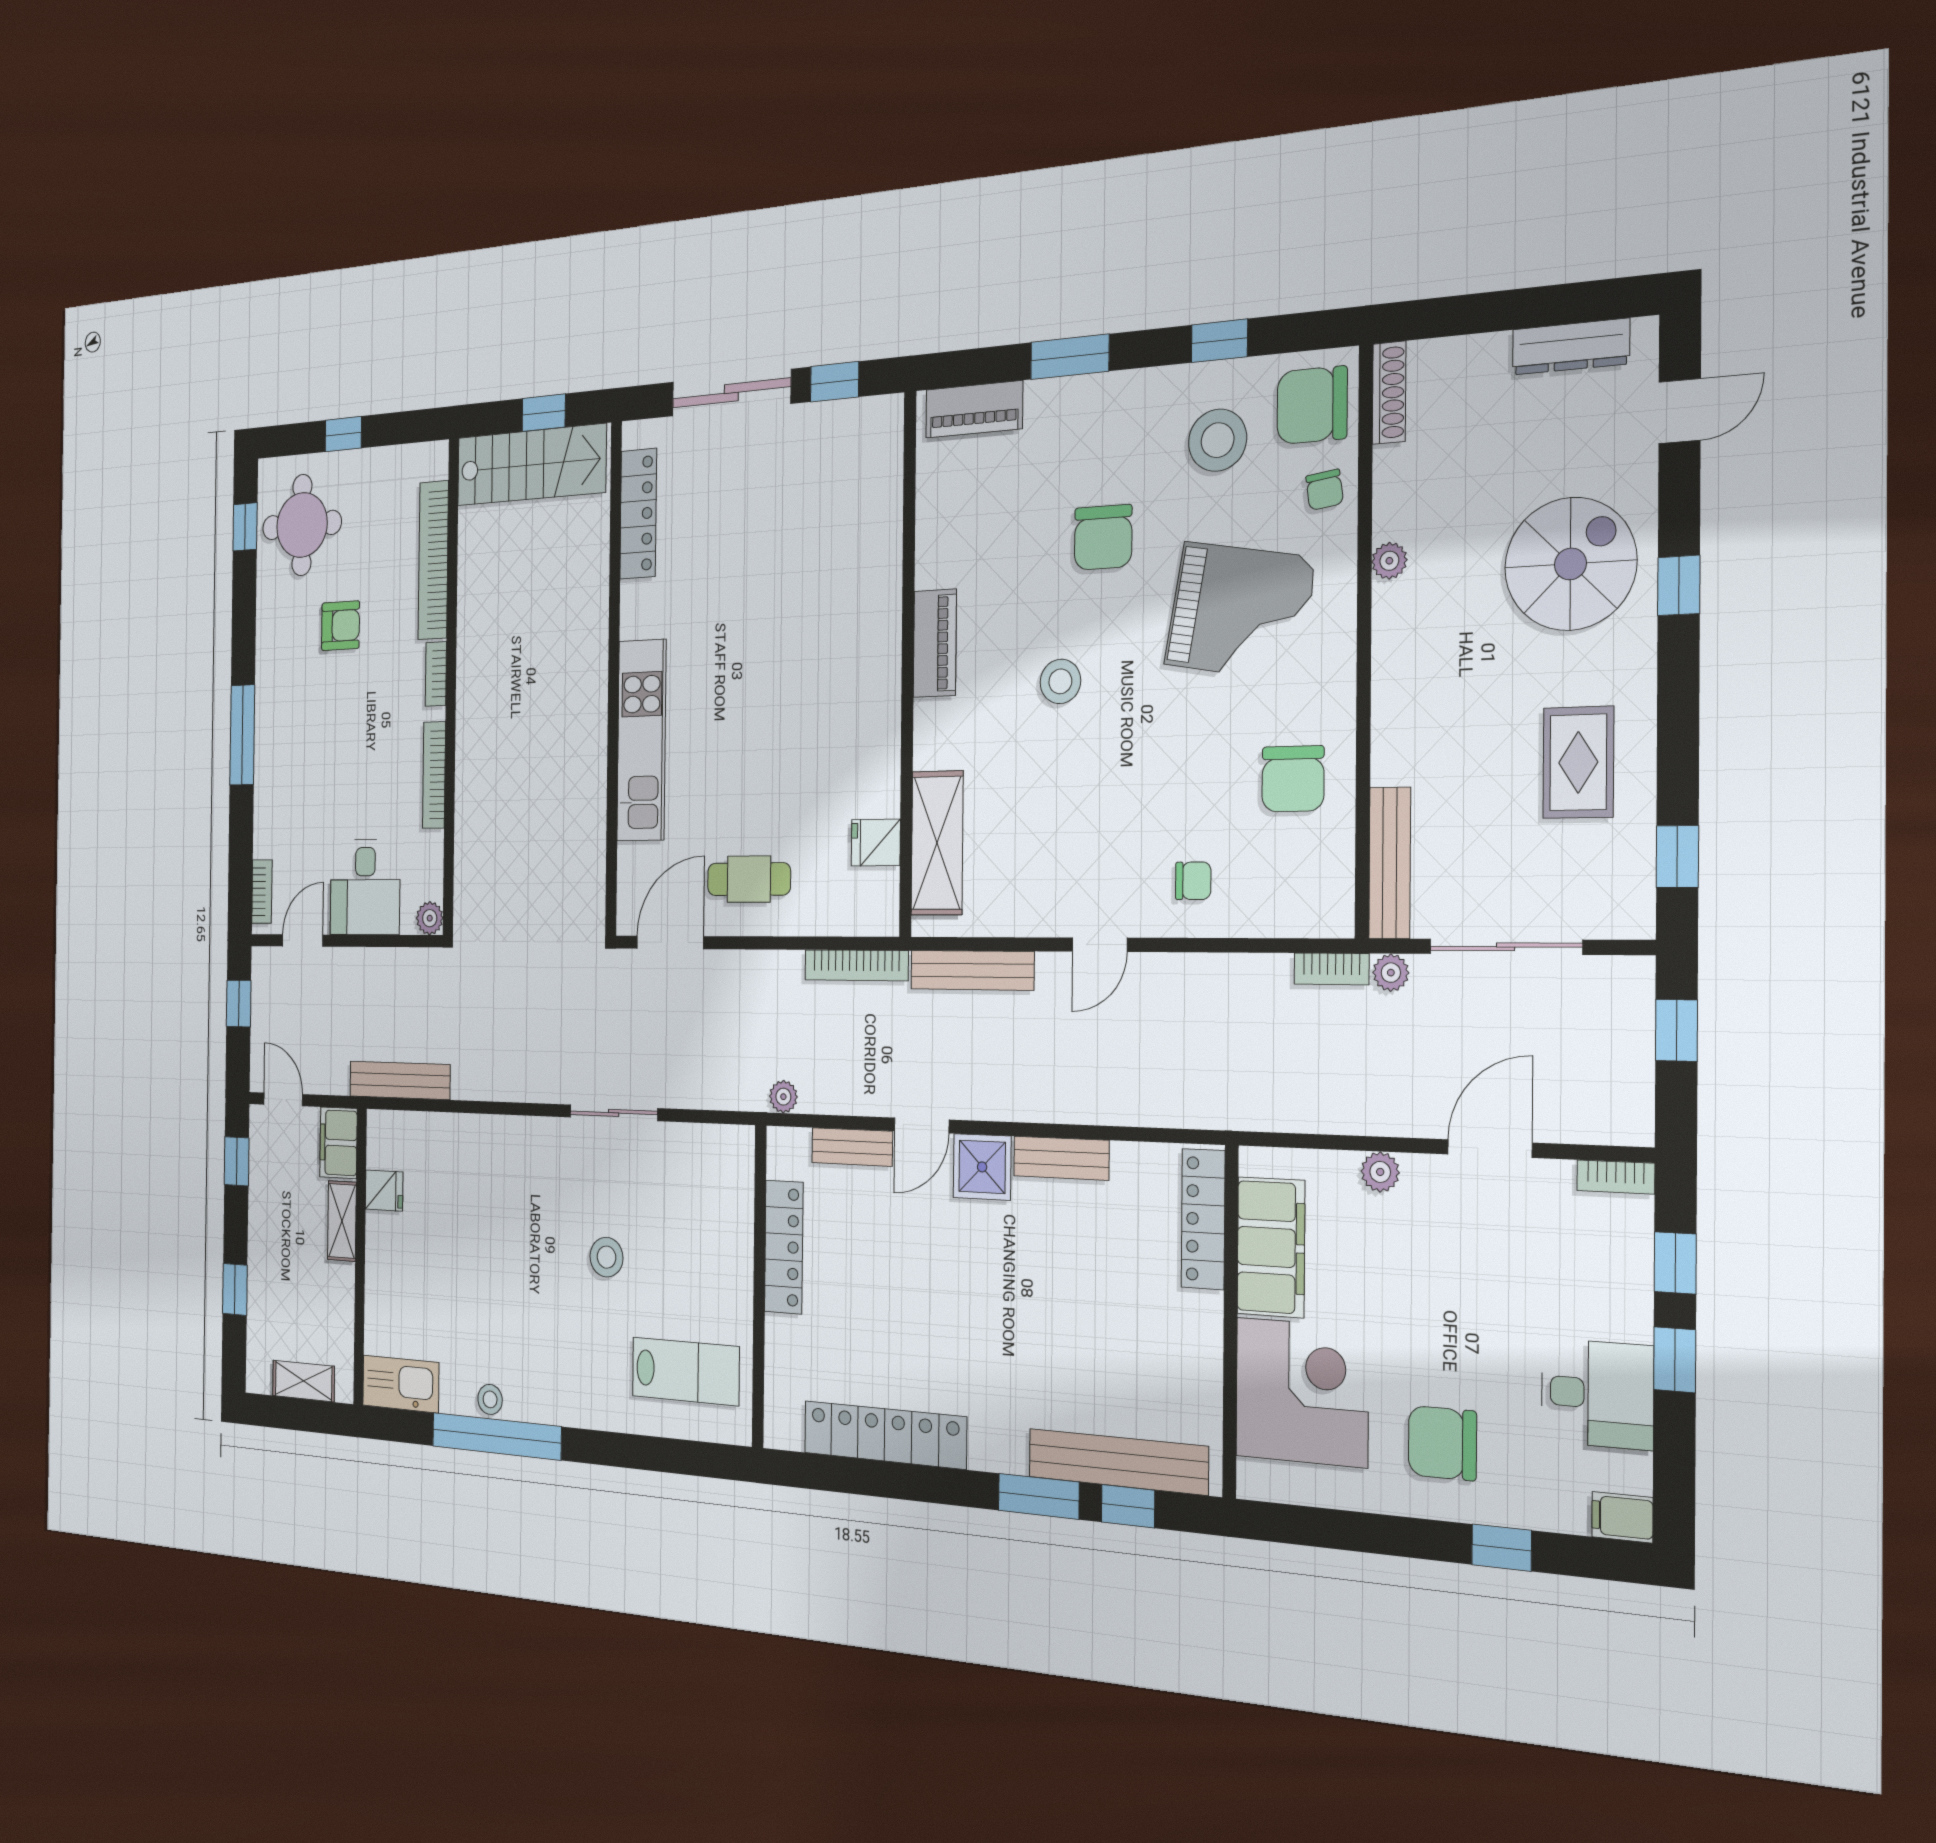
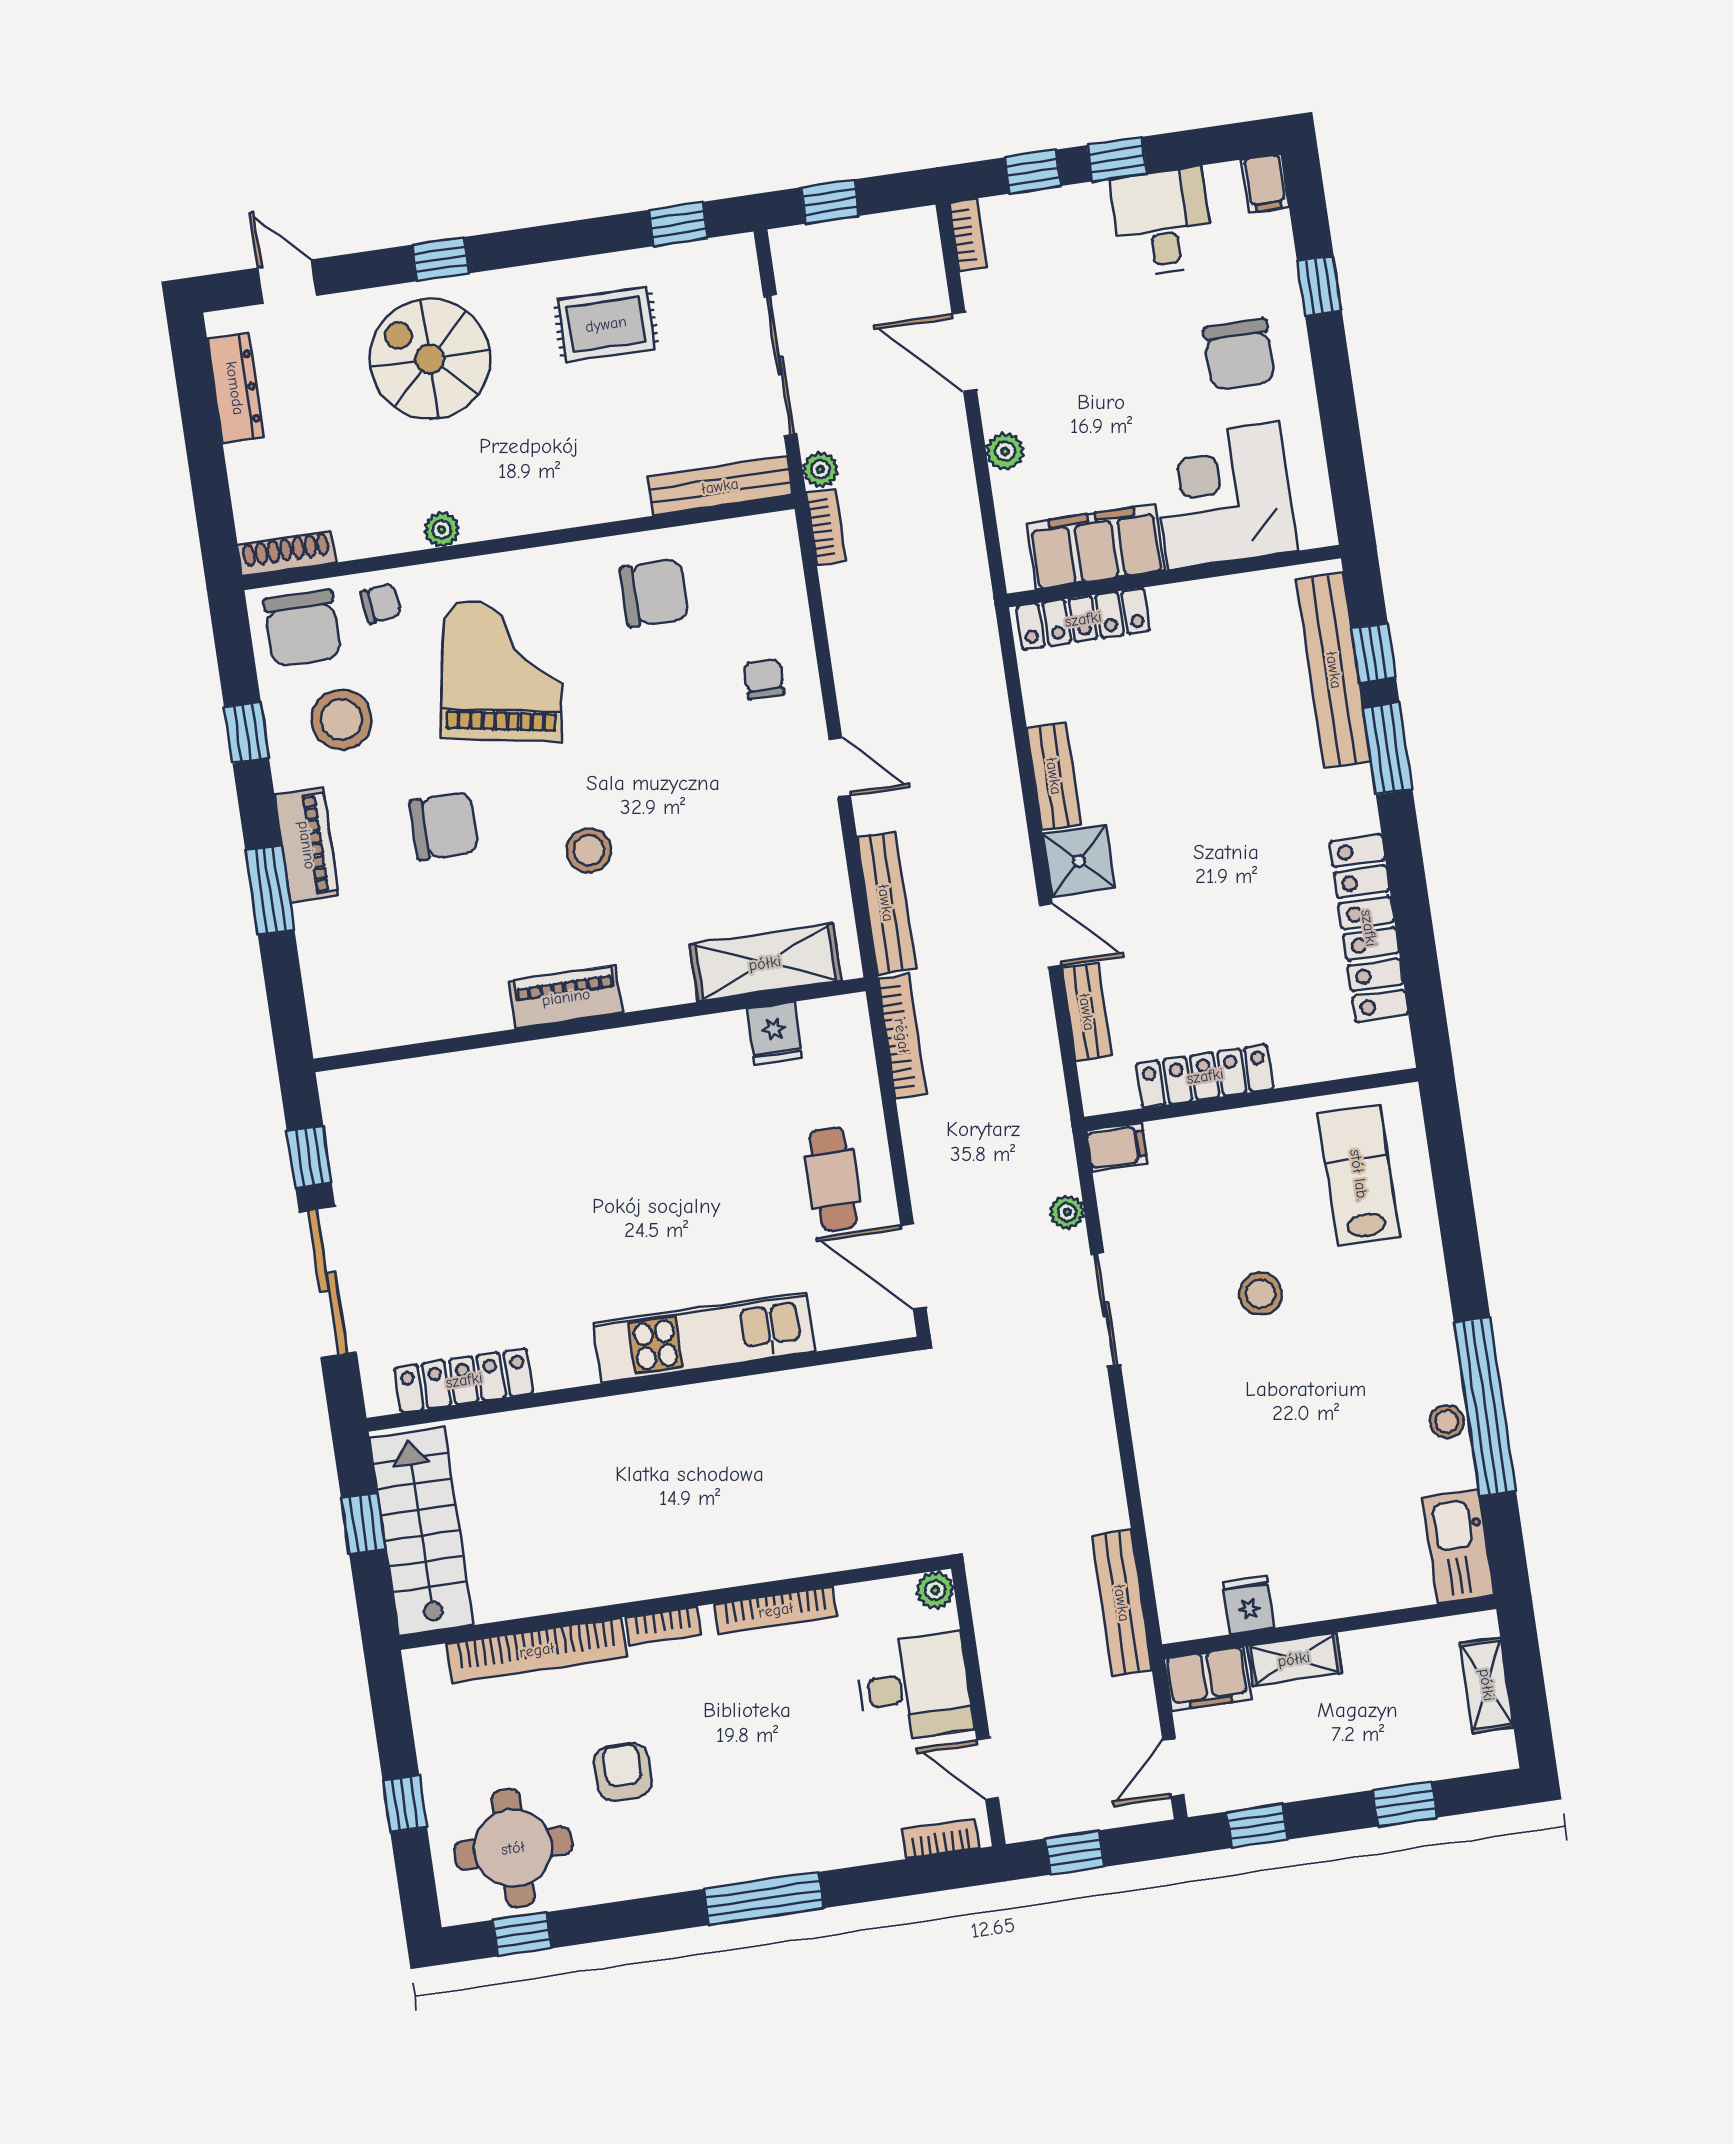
piano: (974, 409) -> (307, 845), moved
plant: (783, 1097) -> (1067, 1212), moved
filing cabinet: (738, 1151) -> (1117, 1147), added

